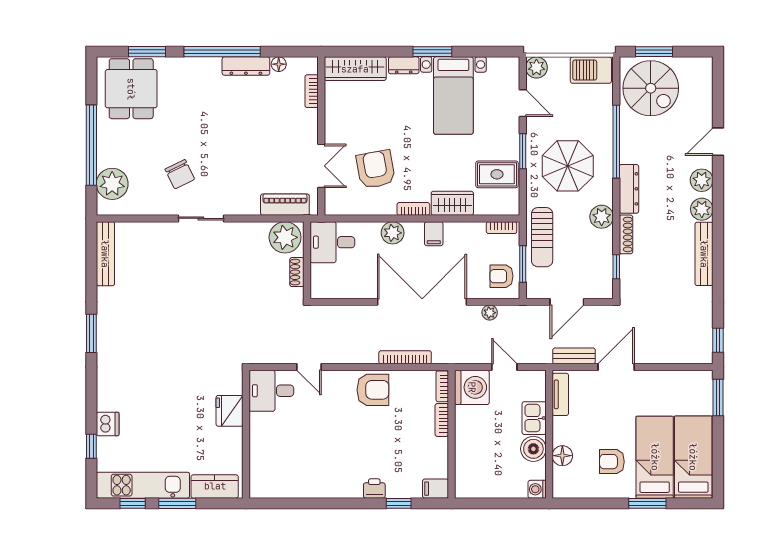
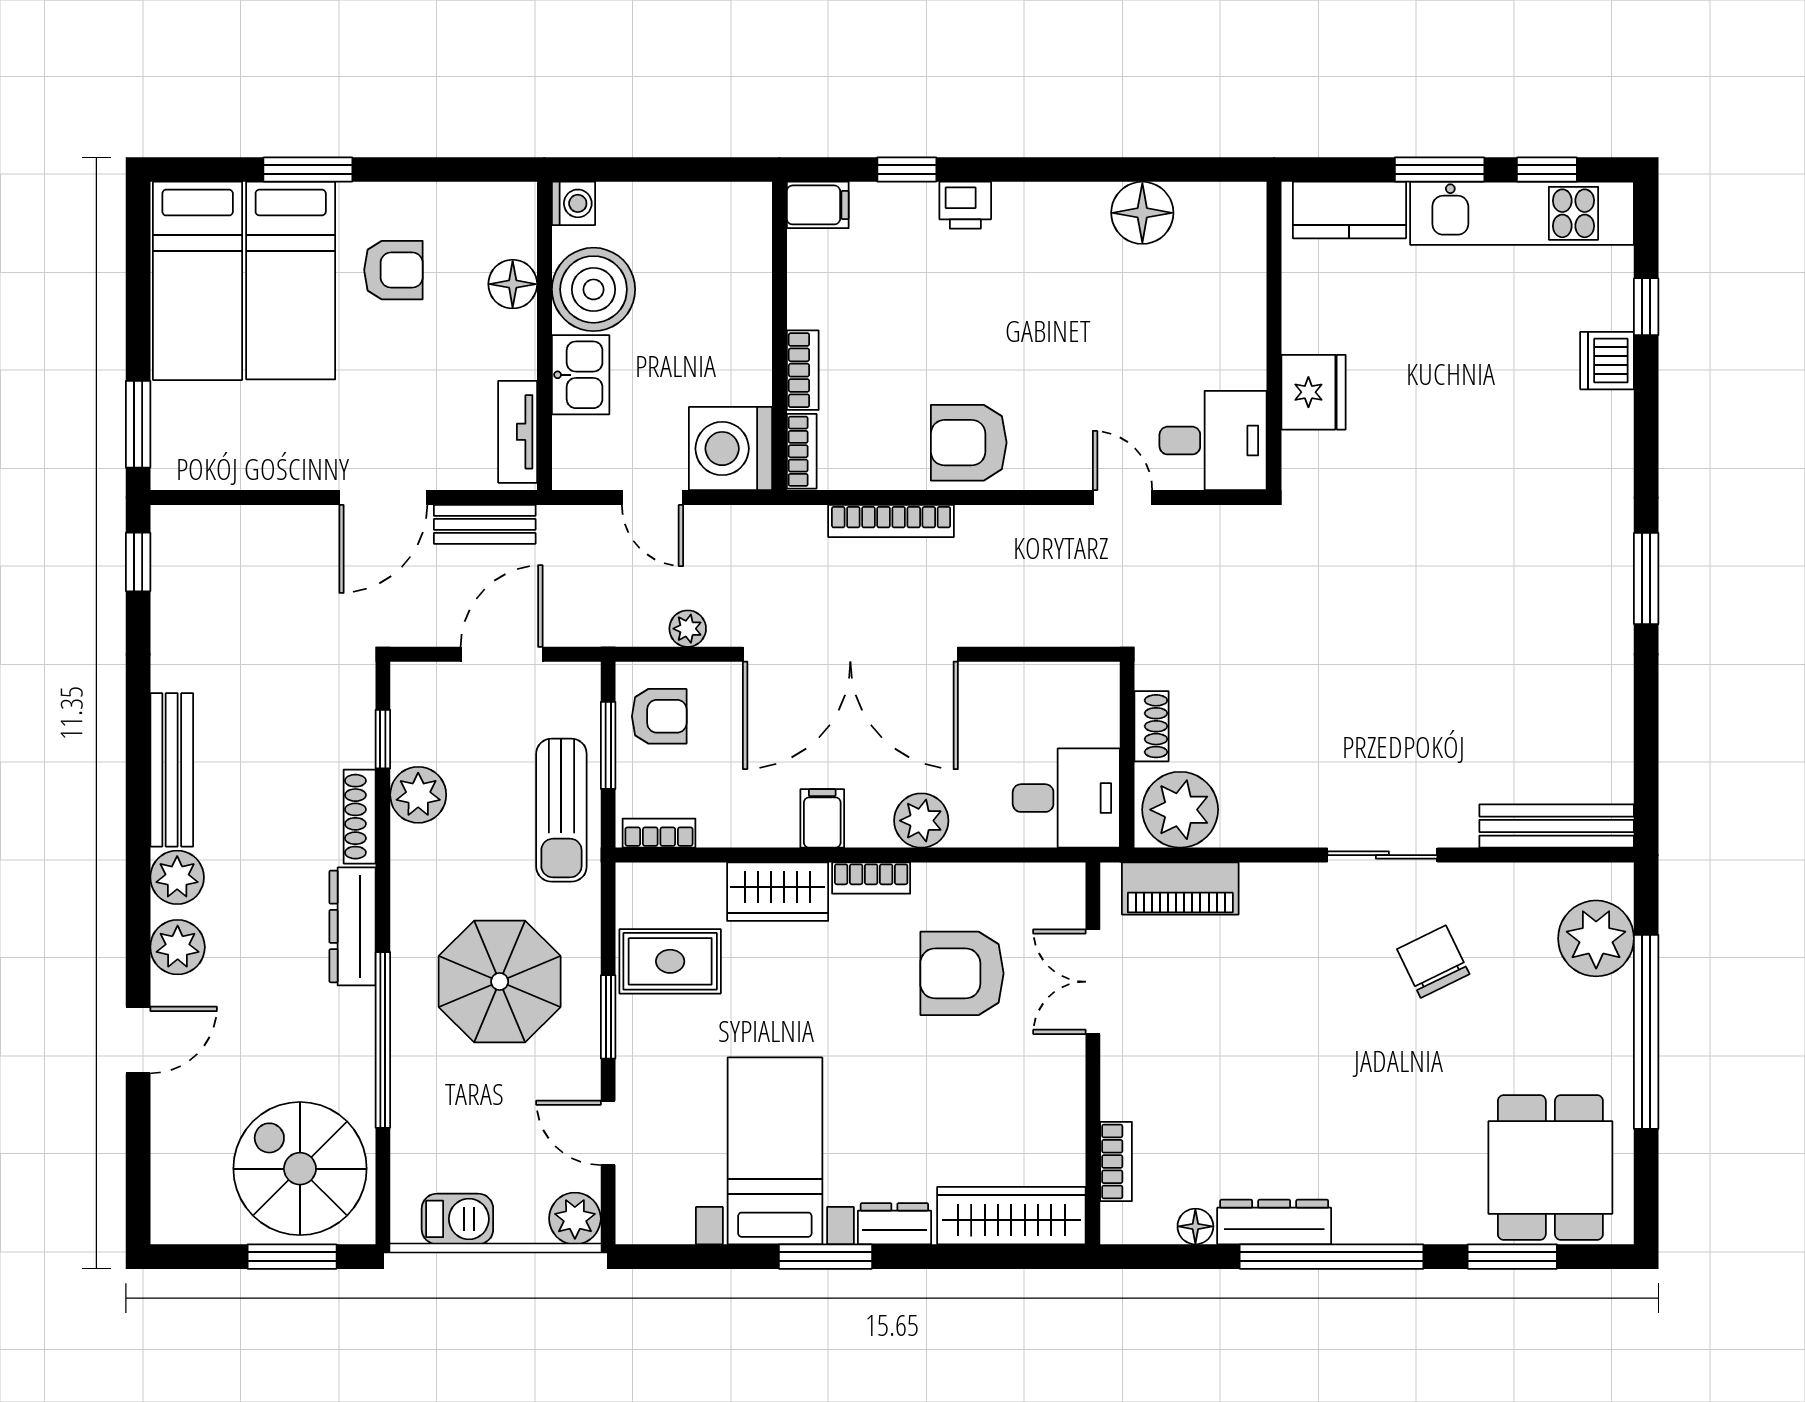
barbecue: (591, 70) -> (457, 1219), width x0.73, depth x0.79
armchair: (376, 169) -> (962, 973), turned 100
plant: (602, 217) -> (418, 795), moved
sun lounger: (542, 237) -> (561, 810), turned 180
bench: (105, 254) -> (1557, 826), moved, turned 90
boiler: (533, 449) -> (594, 289), width x1.37, depth x1.37
floor lamp: (301, 485) -> (1142, 213), added

